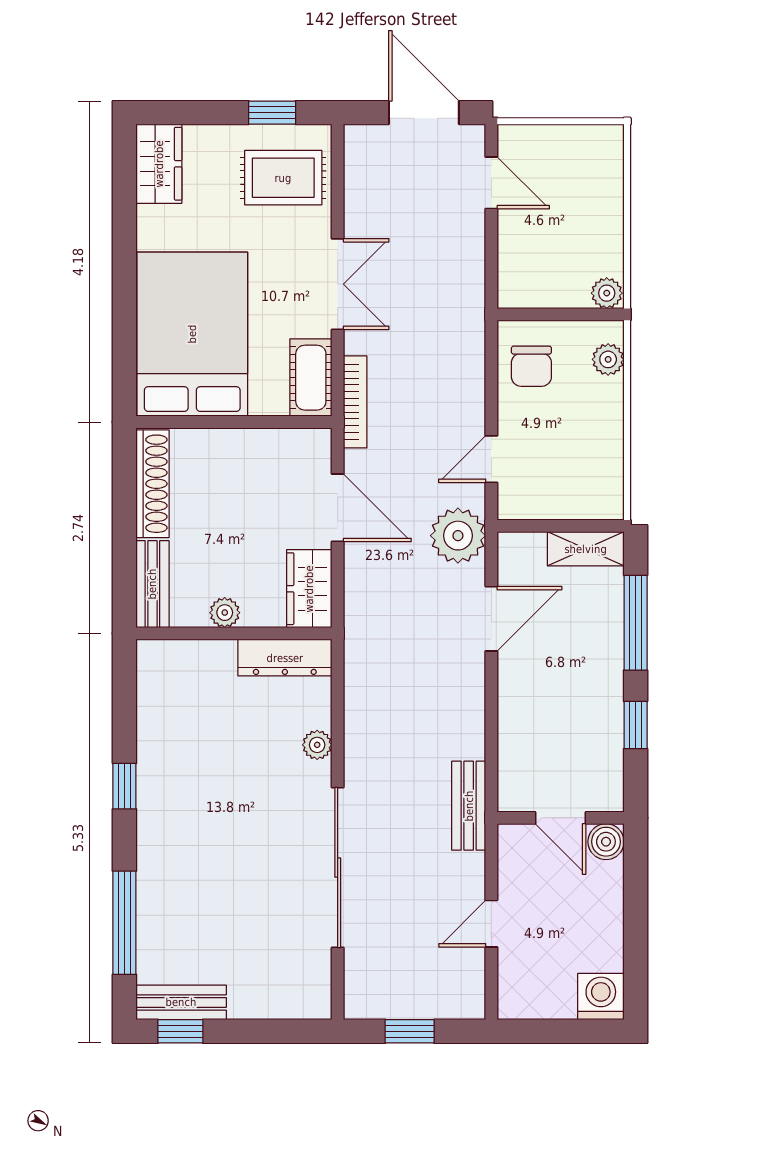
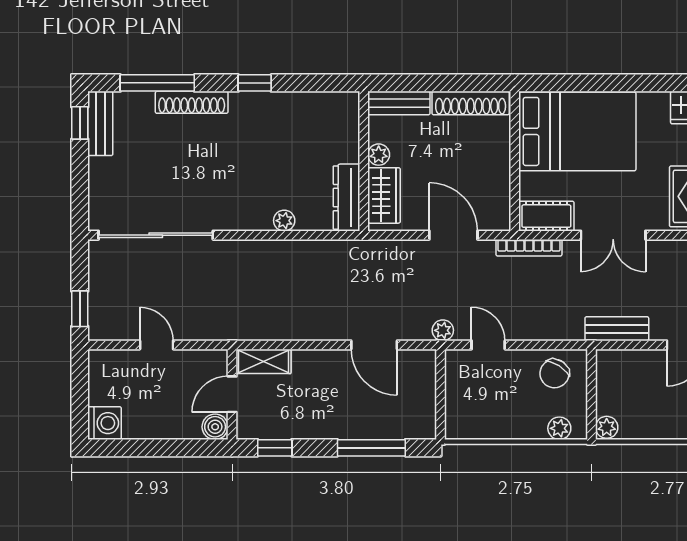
chair: (531, 366) -> (554, 374), turned -57
door: (338, 508) -> (453, 235), swing flipped
plant: (458, 536) -> (443, 330), width x0.53, depth x0.53
shelving: (586, 549) -> (263, 361), moved, turned 90
wardrobe: (309, 589) -> (384, 195), moved, turned 90
window: (636, 725) -> (275, 448), moved
bench: (469, 806) -> (617, 329), moved
sliding door: (338, 868) -> (156, 235), moved
shoe rack: (151, 875) -> (192, 102), added
window: (410, 1031) -> (80, 309), moved

